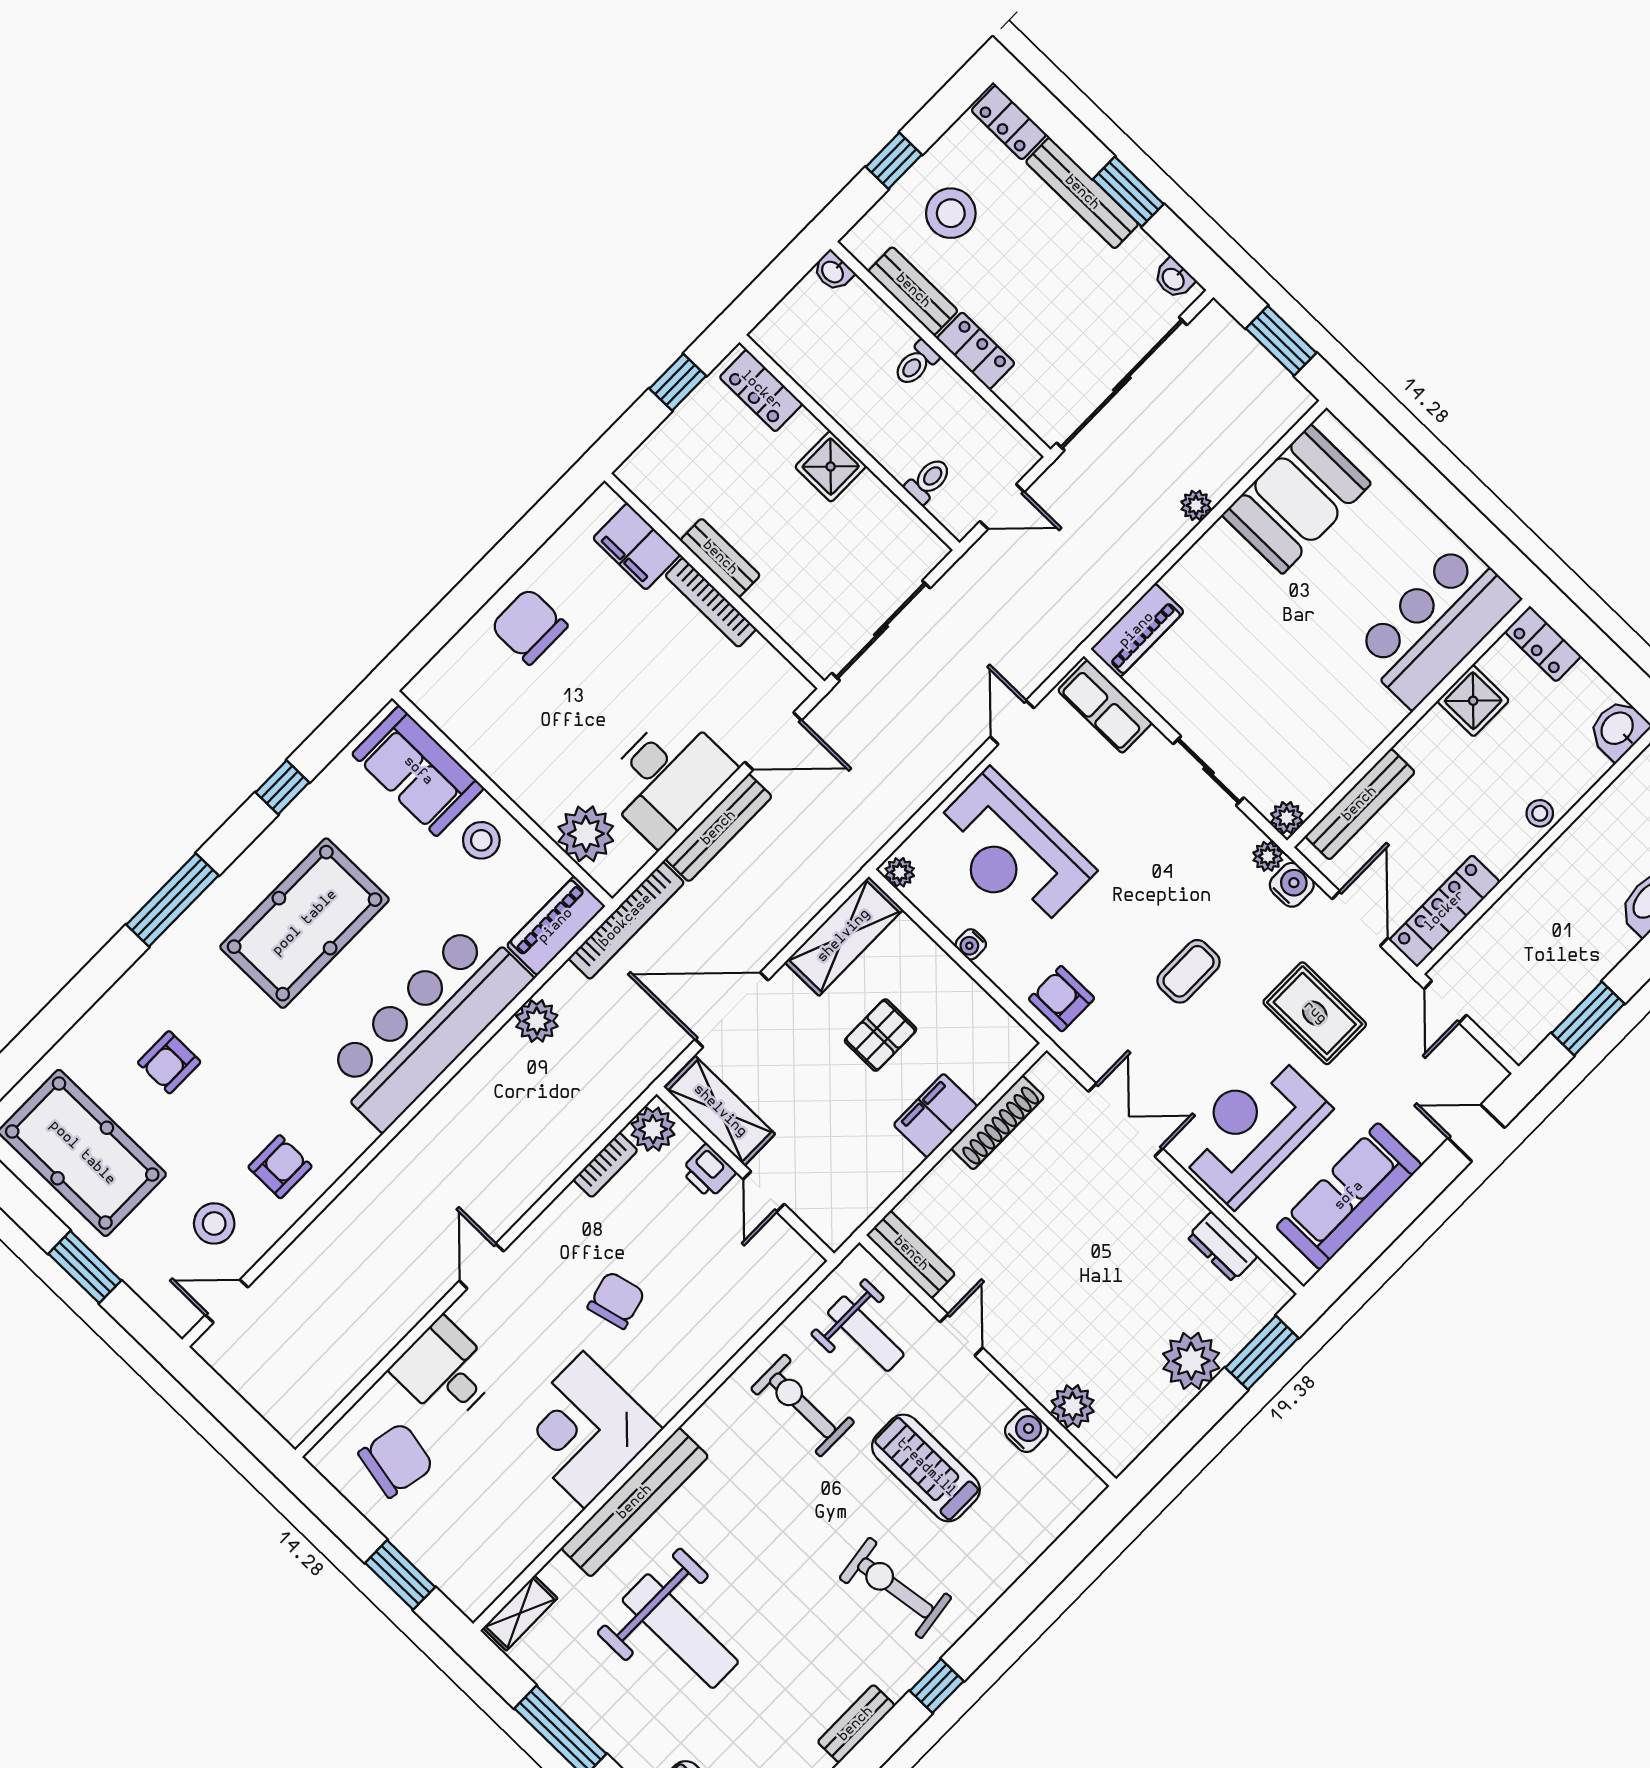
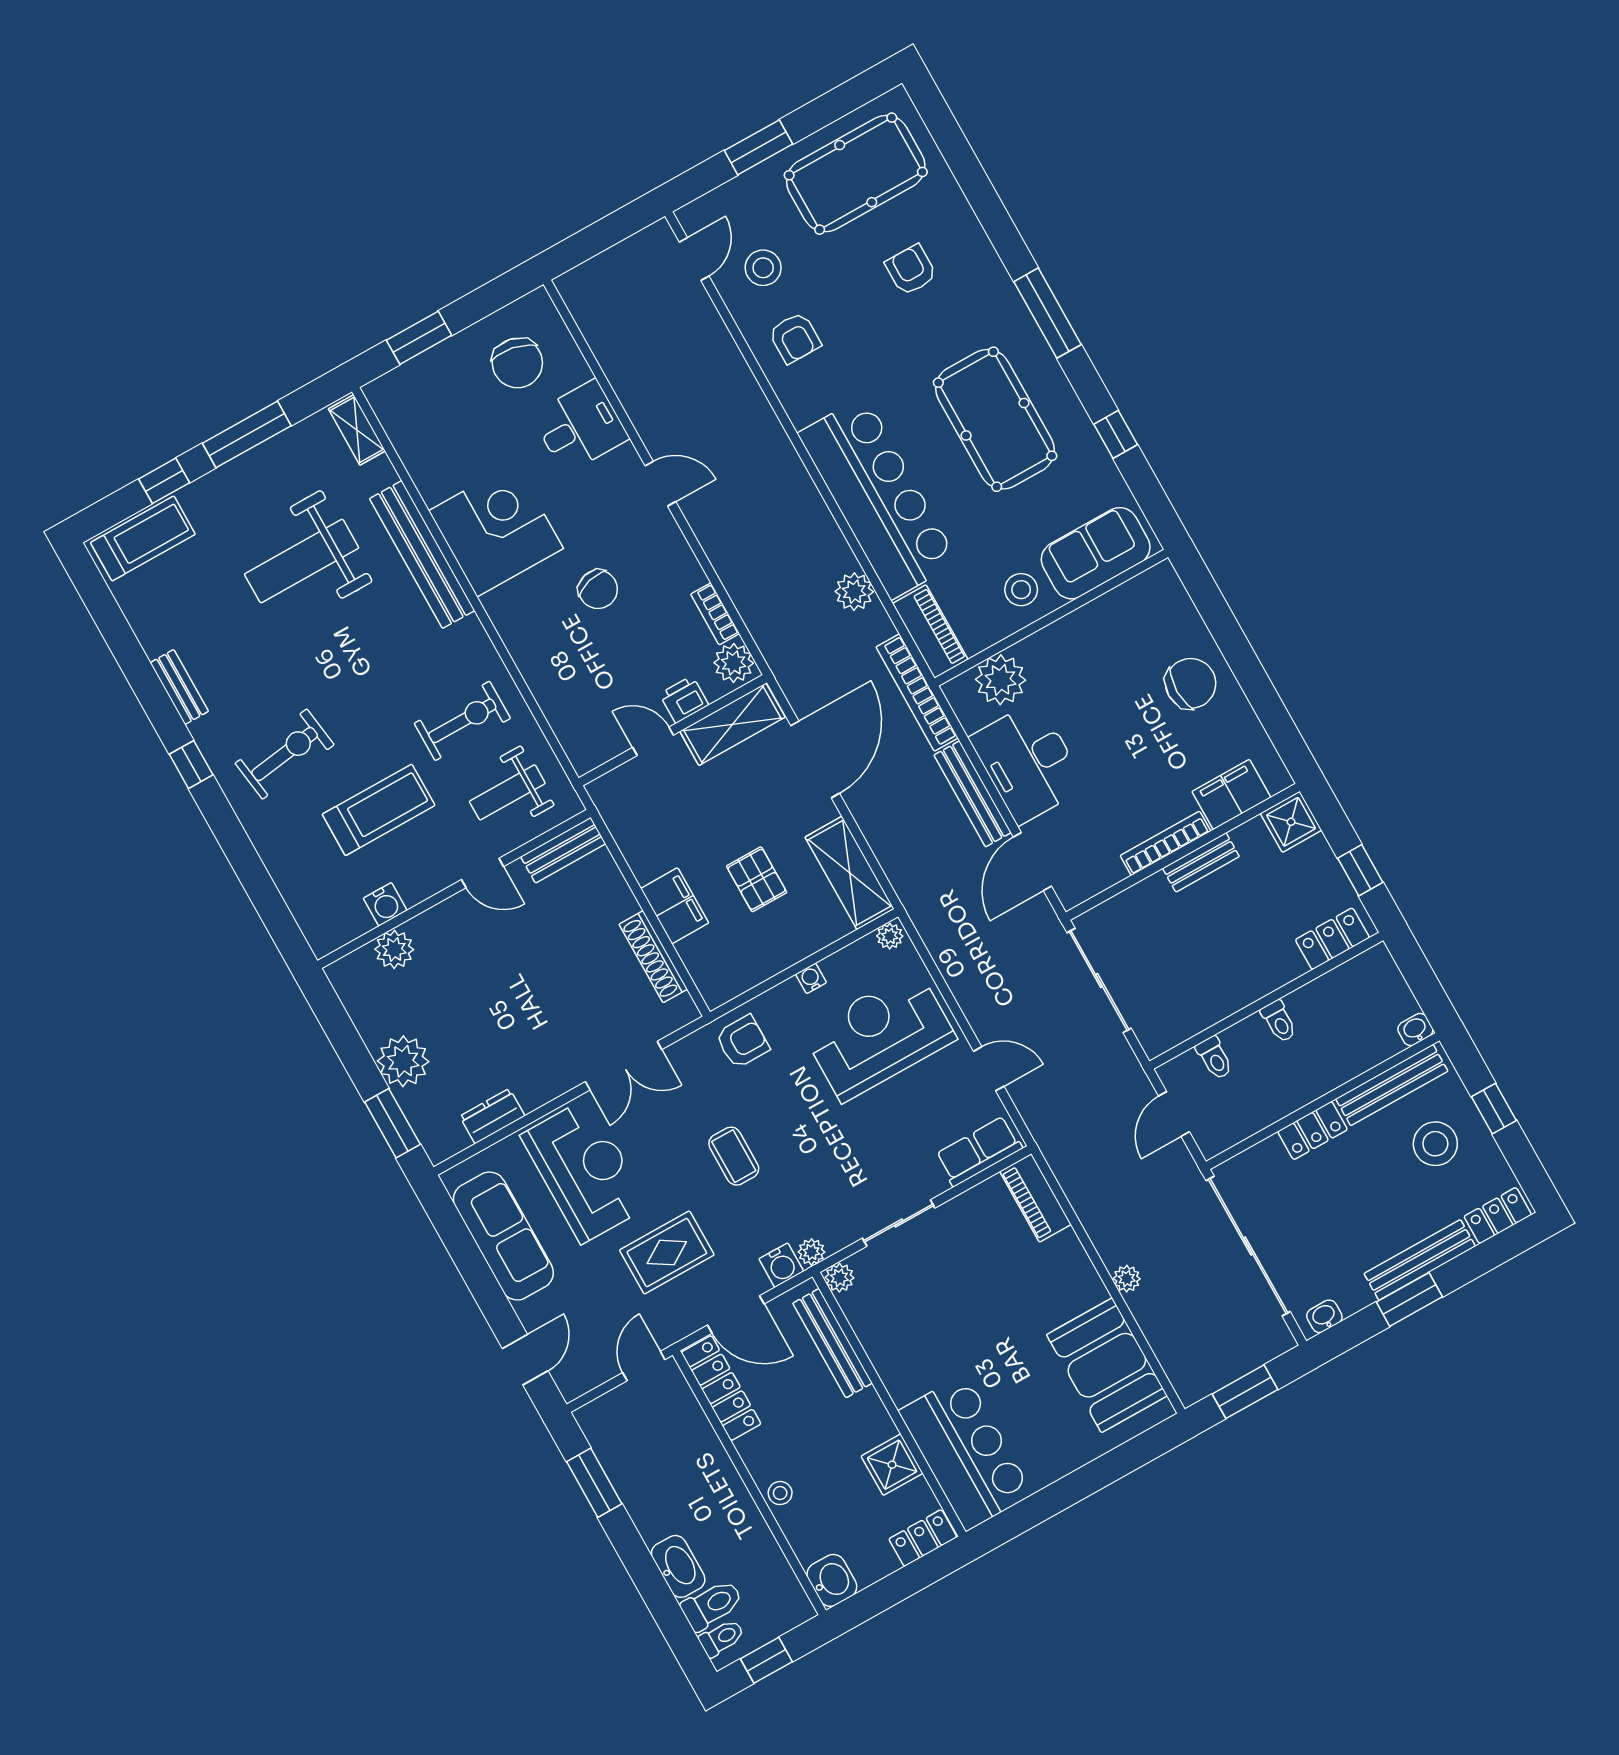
bench: (913, 291) -> (1392, 1085), width x1.36
toilet: (916, 363) -> (1279, 1021), moved, turned 180
shower: (831, 466) -> (1291, 822), moved
door: (1445, 1002) -> (644, 1366), hinge flipped

